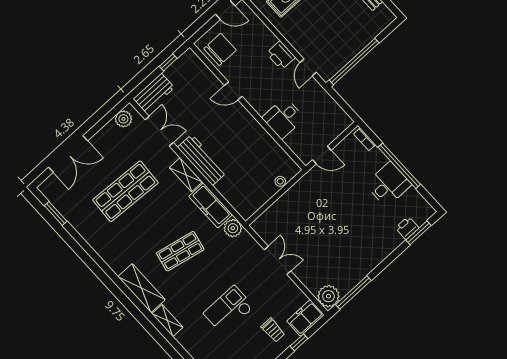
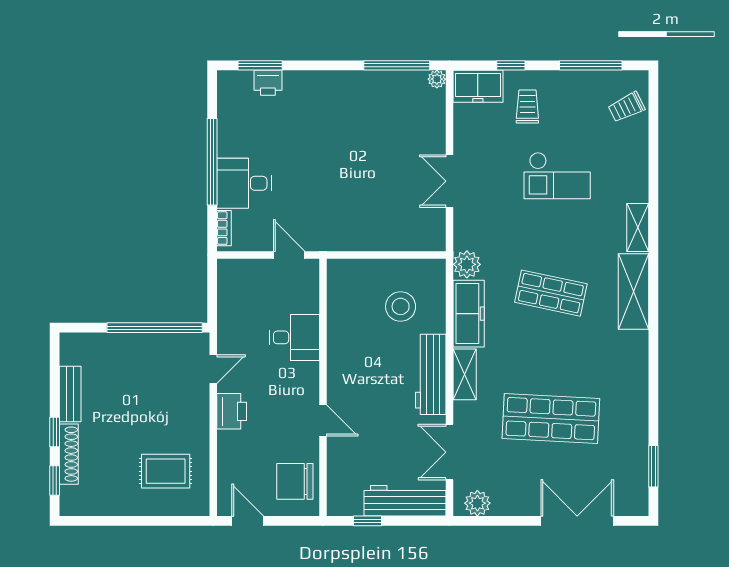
workbench: (154, 93) -> (405, 501), width x1.38
stool: (280, 181) -> (401, 306), moved, width x1.89, depth x1.89
desk: (388, 184) -> (244, 183), moved
plant: (328, 296) -> (437, 79), width x0.53, depth x0.53

